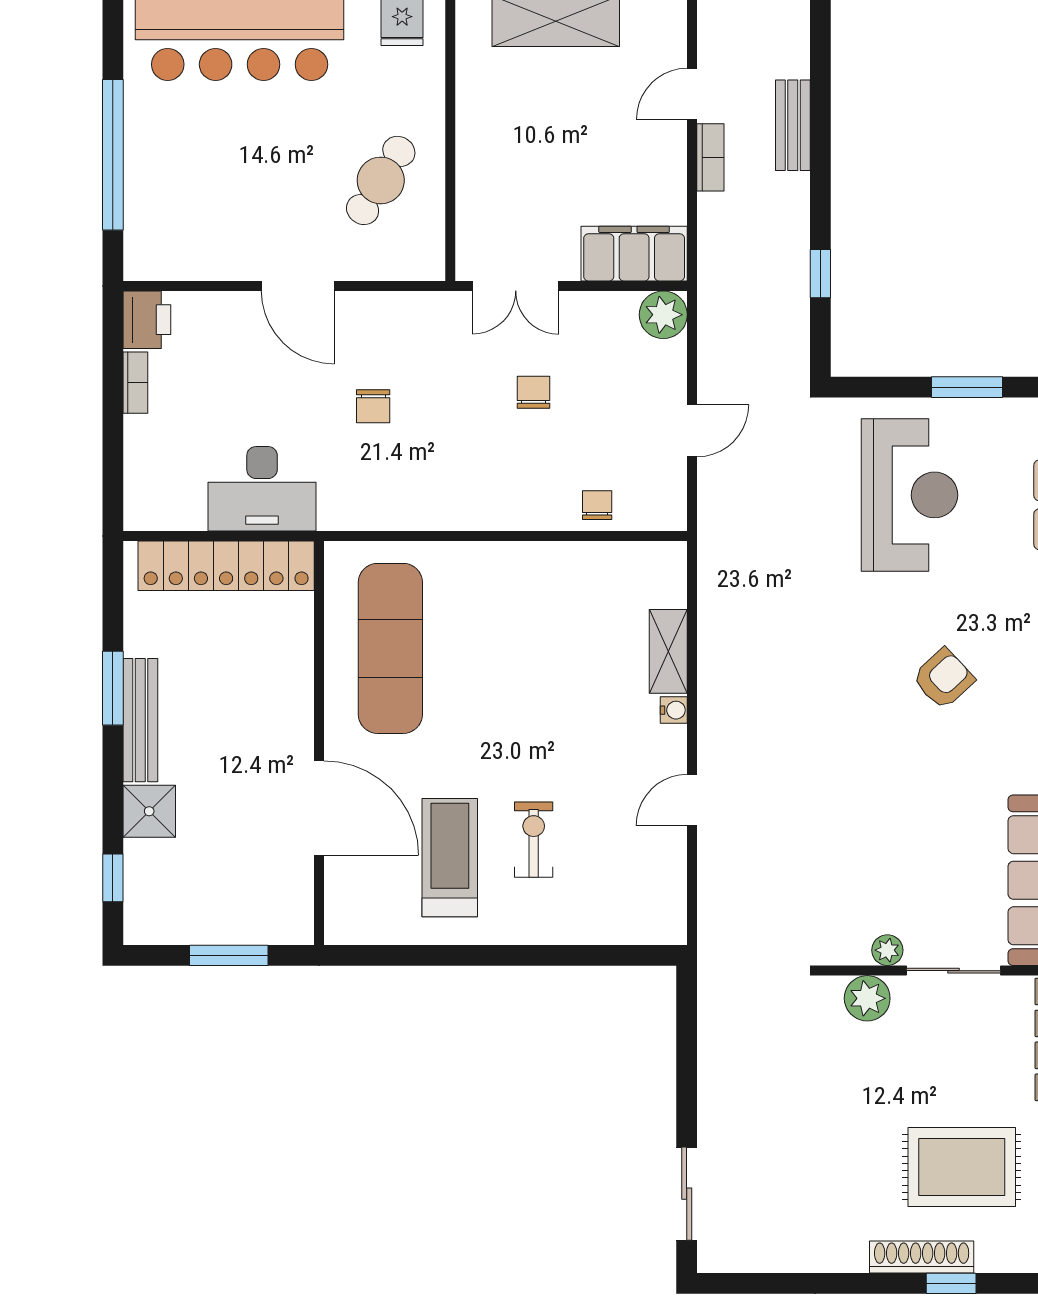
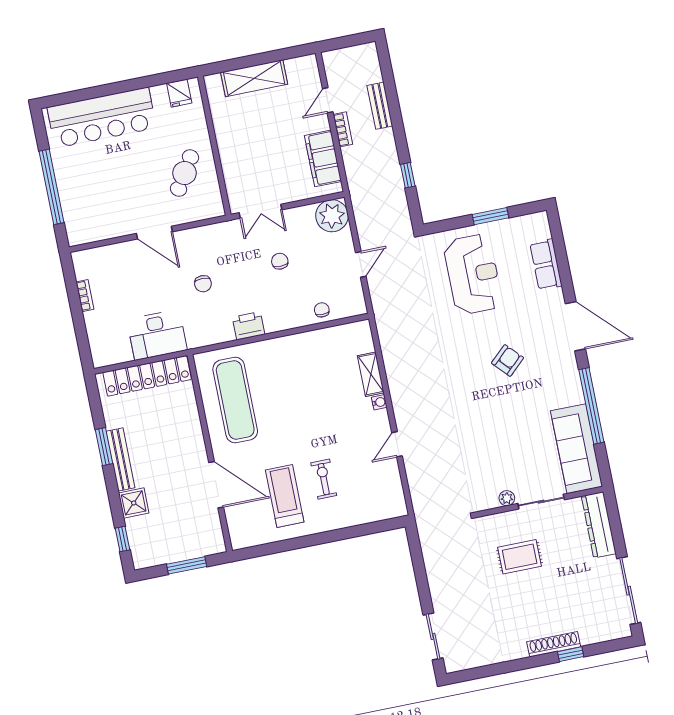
filing cabinet: (634, 254) -> (323, 158), moved, turned -90
plant: (663, 315) -> (332, 216), width x1.36, depth x1.36
printer: (147, 320) -> (249, 326), moved, turned -90
plant: (867, 998) -> (502, 524), removed
rug: (962, 1167) -> (520, 557), moved, width x0.73, depth x0.70

